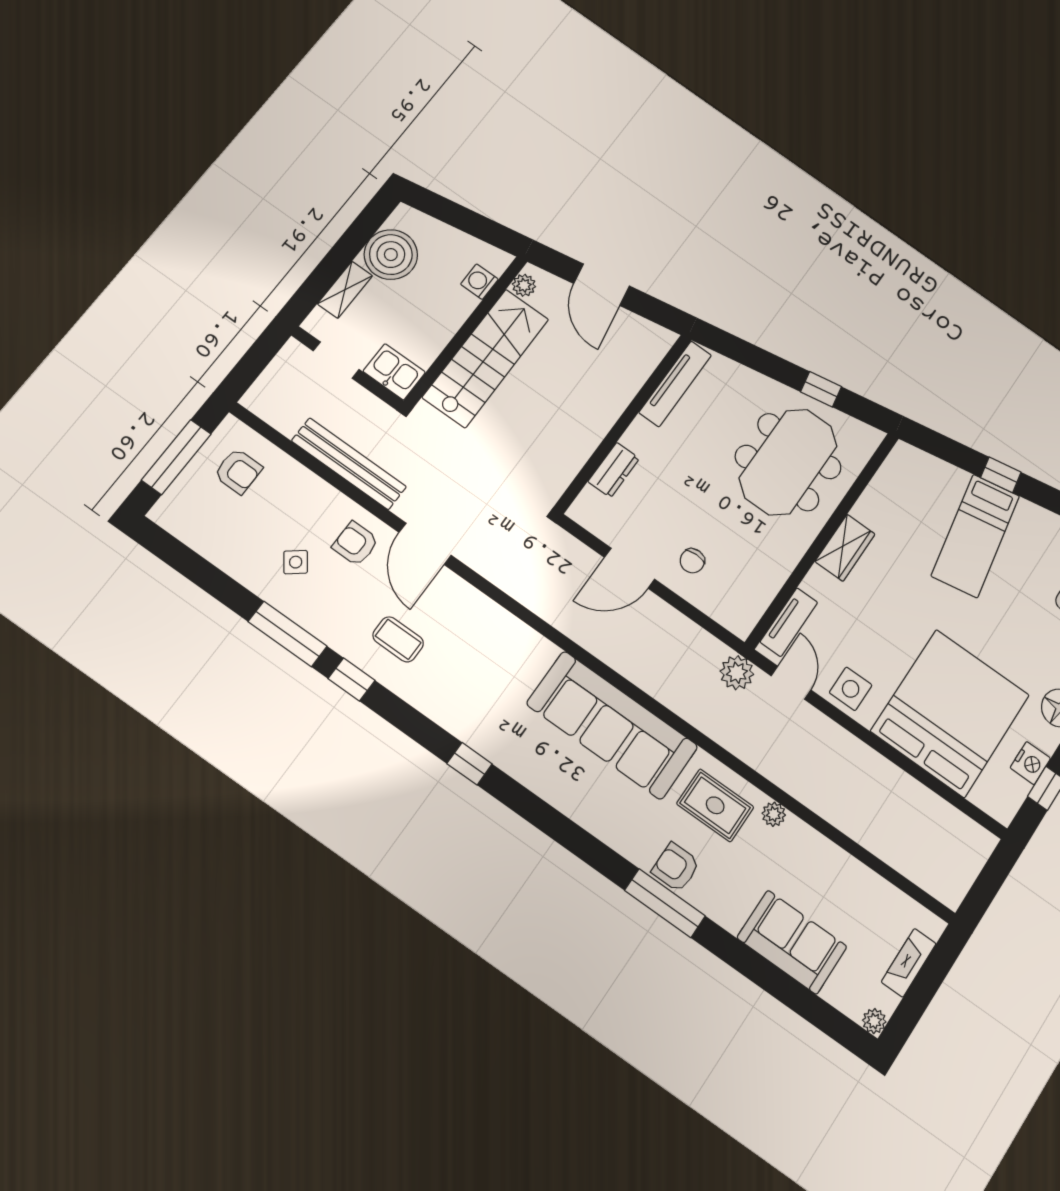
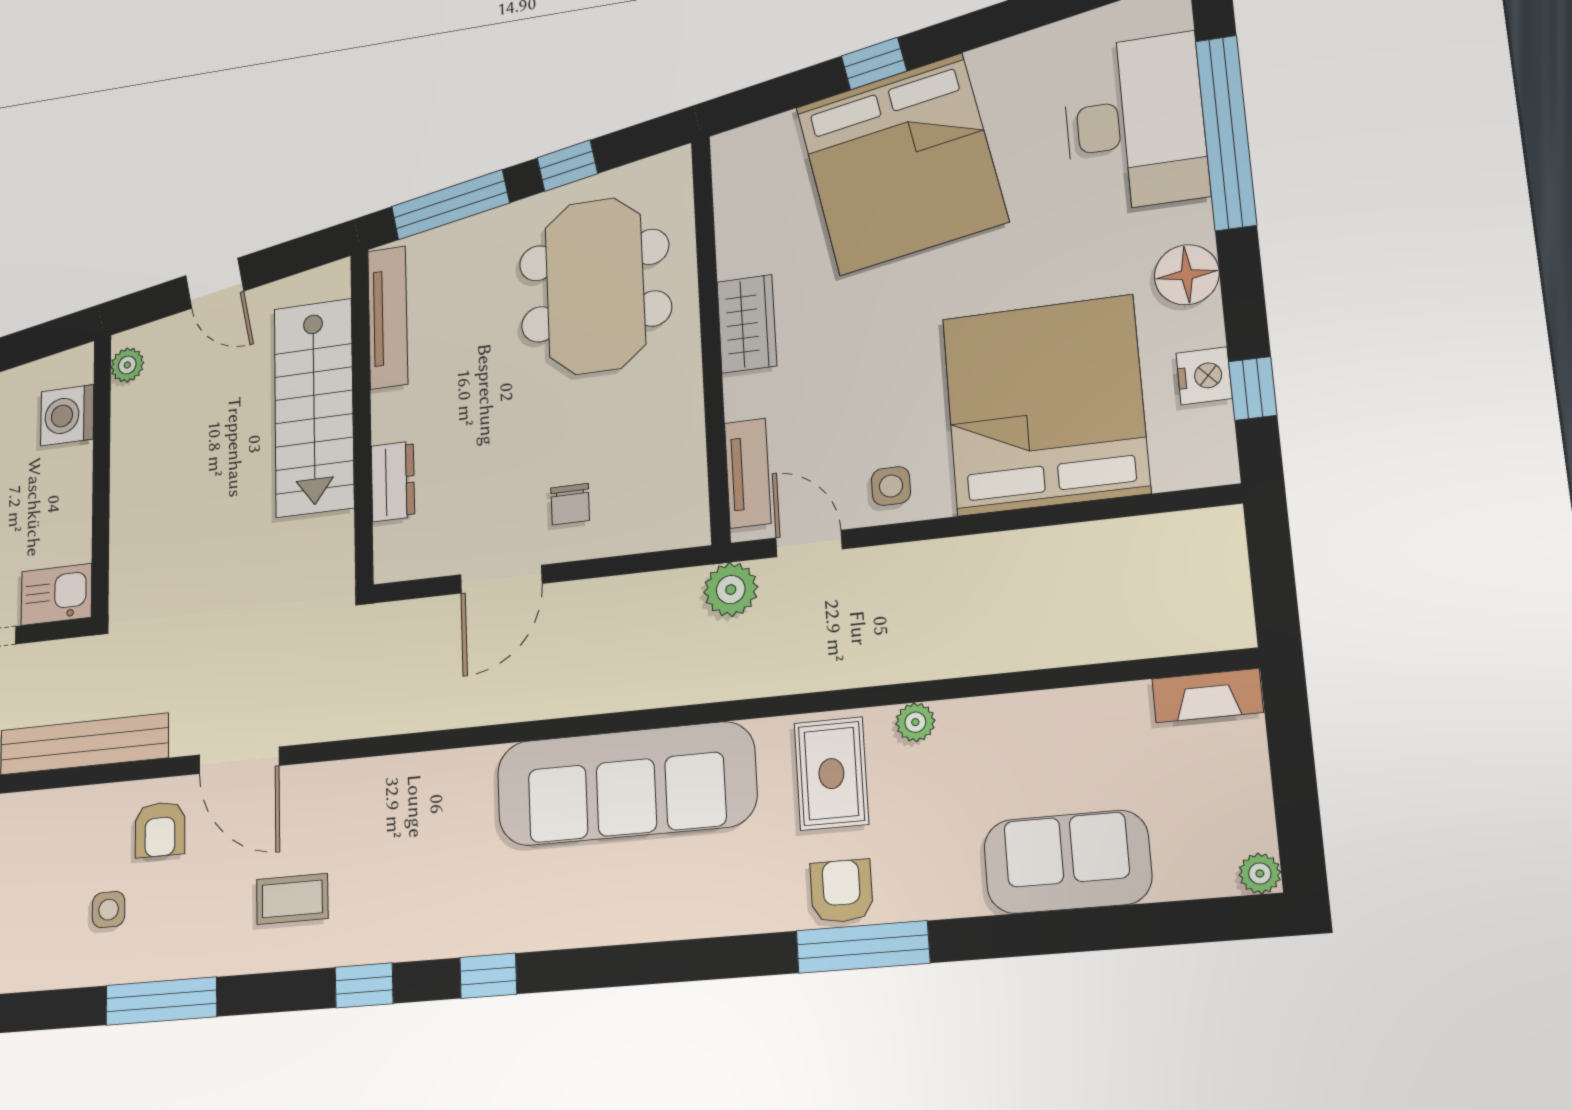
washing machine: (479, 282) -> (67, 415), width x1.38, depth x1.38
door: (602, 285) -> (215, 283), width x0.73
window: (750, 355) -> (450, 205), added
stairs: (486, 358) -> (314, 407), moved, turned 180
bed: (975, 536) -> (901, 164), width x2.04
armchair: (356, 544) -> (160, 829), turned -90
side table: (296, 562) -> (109, 910), turned 38
window: (351, 679) -> (364, 985), moved
side table: (851, 689) -> (891, 486), width x0.73, depth x0.73
rug: (715, 805) -> (831, 774), turned 90
armchair: (676, 867) -> (842, 891), turned 90
fireplace: (909, 963) -> (1208, 696), moved, turned -90

